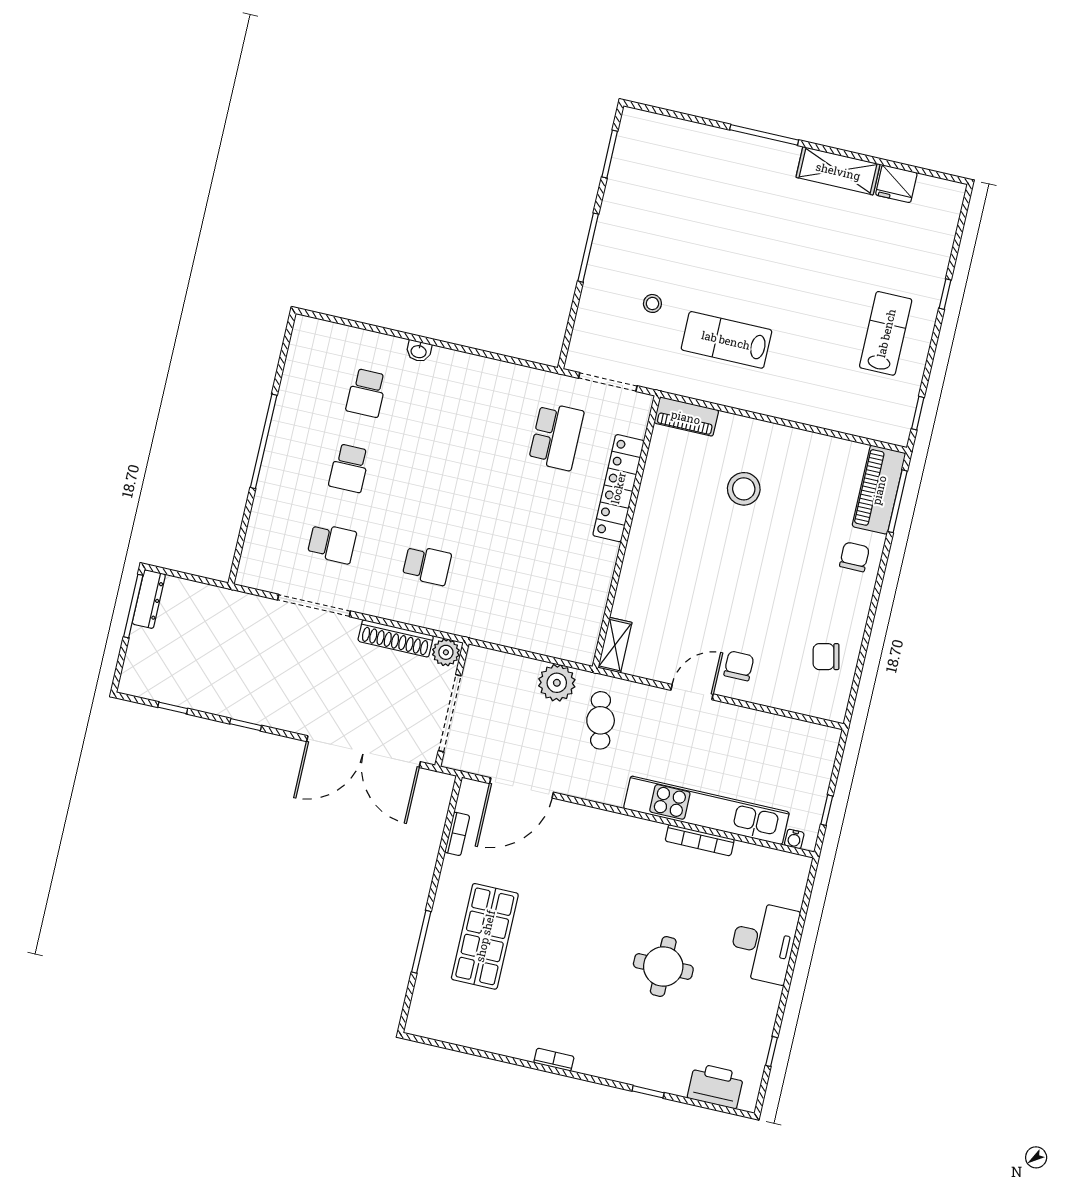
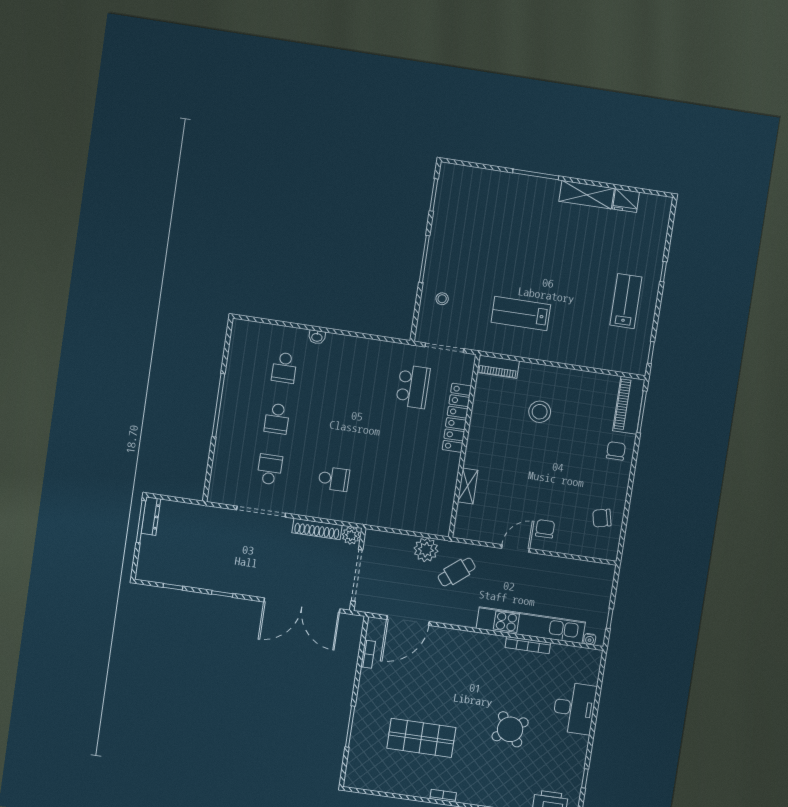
stool: (652, 303) -> (442, 299), moved
school desk: (332, 543) -> (270, 470), turned -90
shelving: (615, 645) -> (468, 486), moved
cafe table: (601, 720) -> (457, 572), turned 63
shop shelf: (485, 936) -> (421, 738), moved, turned 90
round table: (663, 967) -> (510, 729), turned -36

